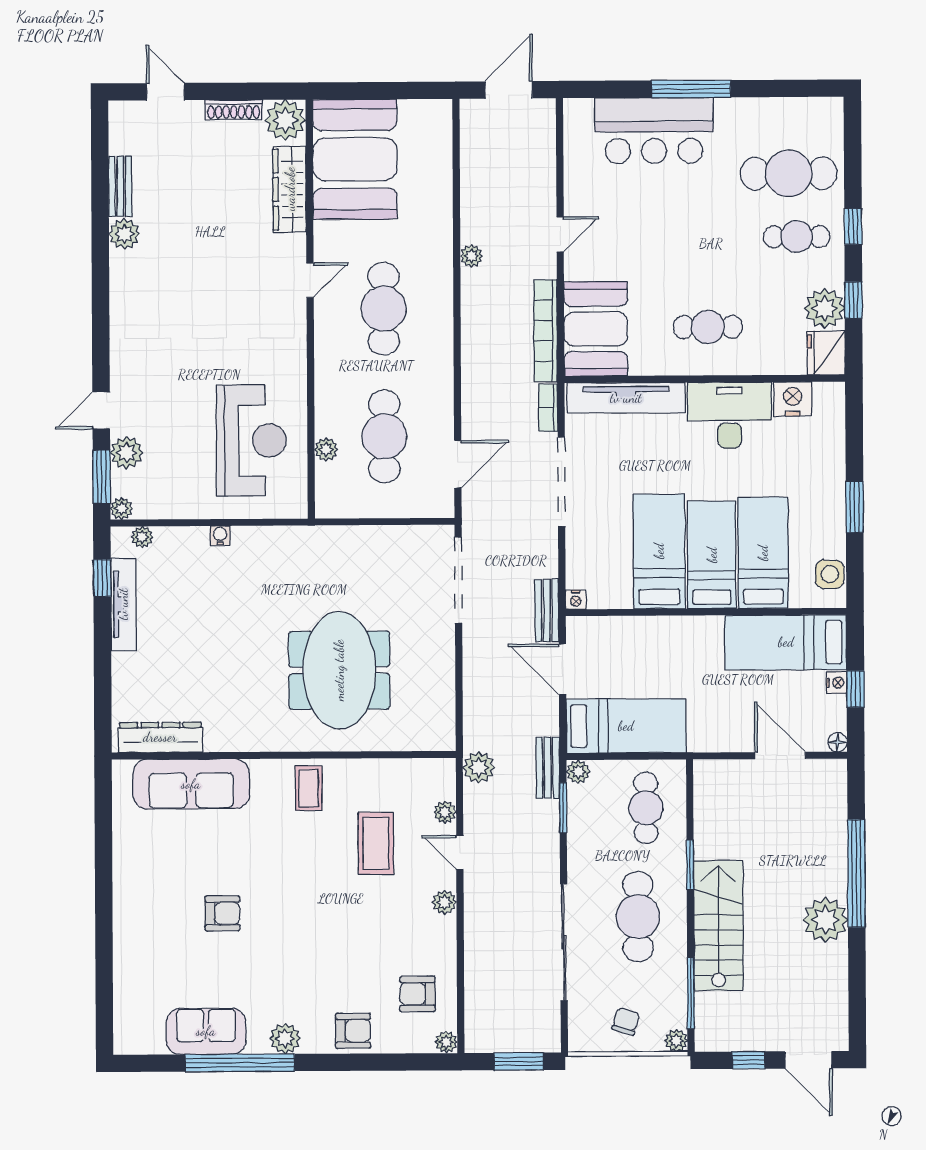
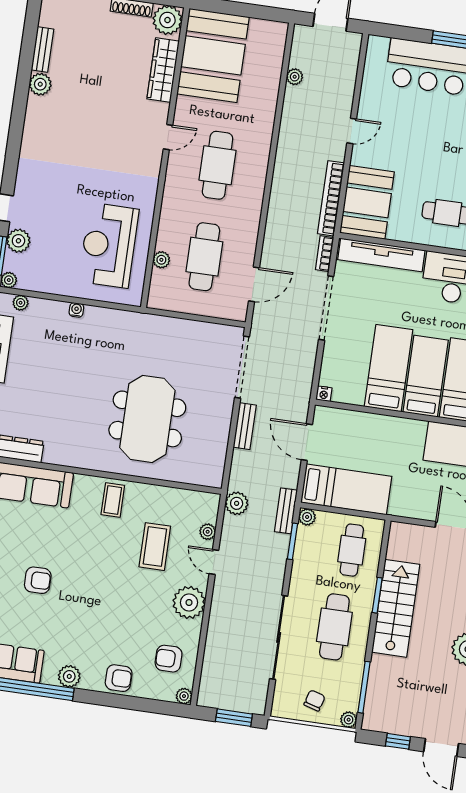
plant: (471, 256) -> (295, 77), moved
reception desk: (251, 440) -> (109, 245), turned 180
bench: (547, 610) -> (245, 426), moved
plant: (444, 902) -> (189, 602), width x1.88, depth x1.88
stairs: (718, 926) -> (396, 608), moved

